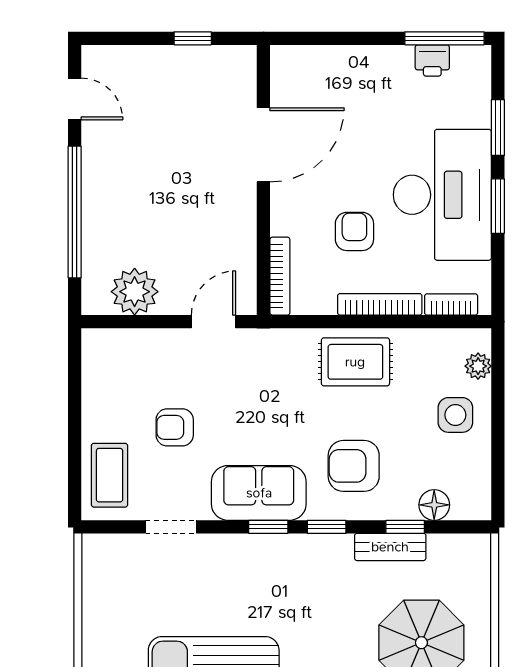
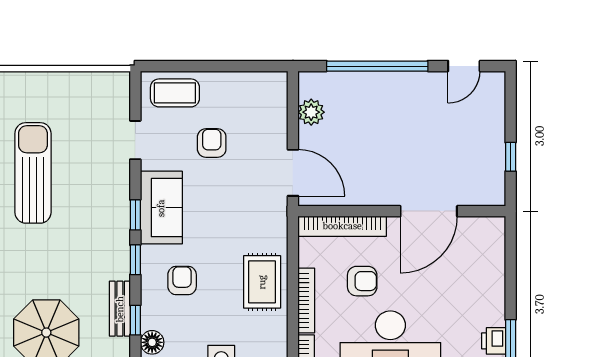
door: (263, 145) -> (429, 211), hinge flipped
bookcase: (280, 276) -> (342, 226), width x1.48, depth x1.31
plant: (135, 292) -> (311, 112), width x0.73, depth x0.73
door: (213, 322) -> (293, 173), width x1.38
armchair: (354, 466) -> (182, 280), width x0.72, depth x0.72

